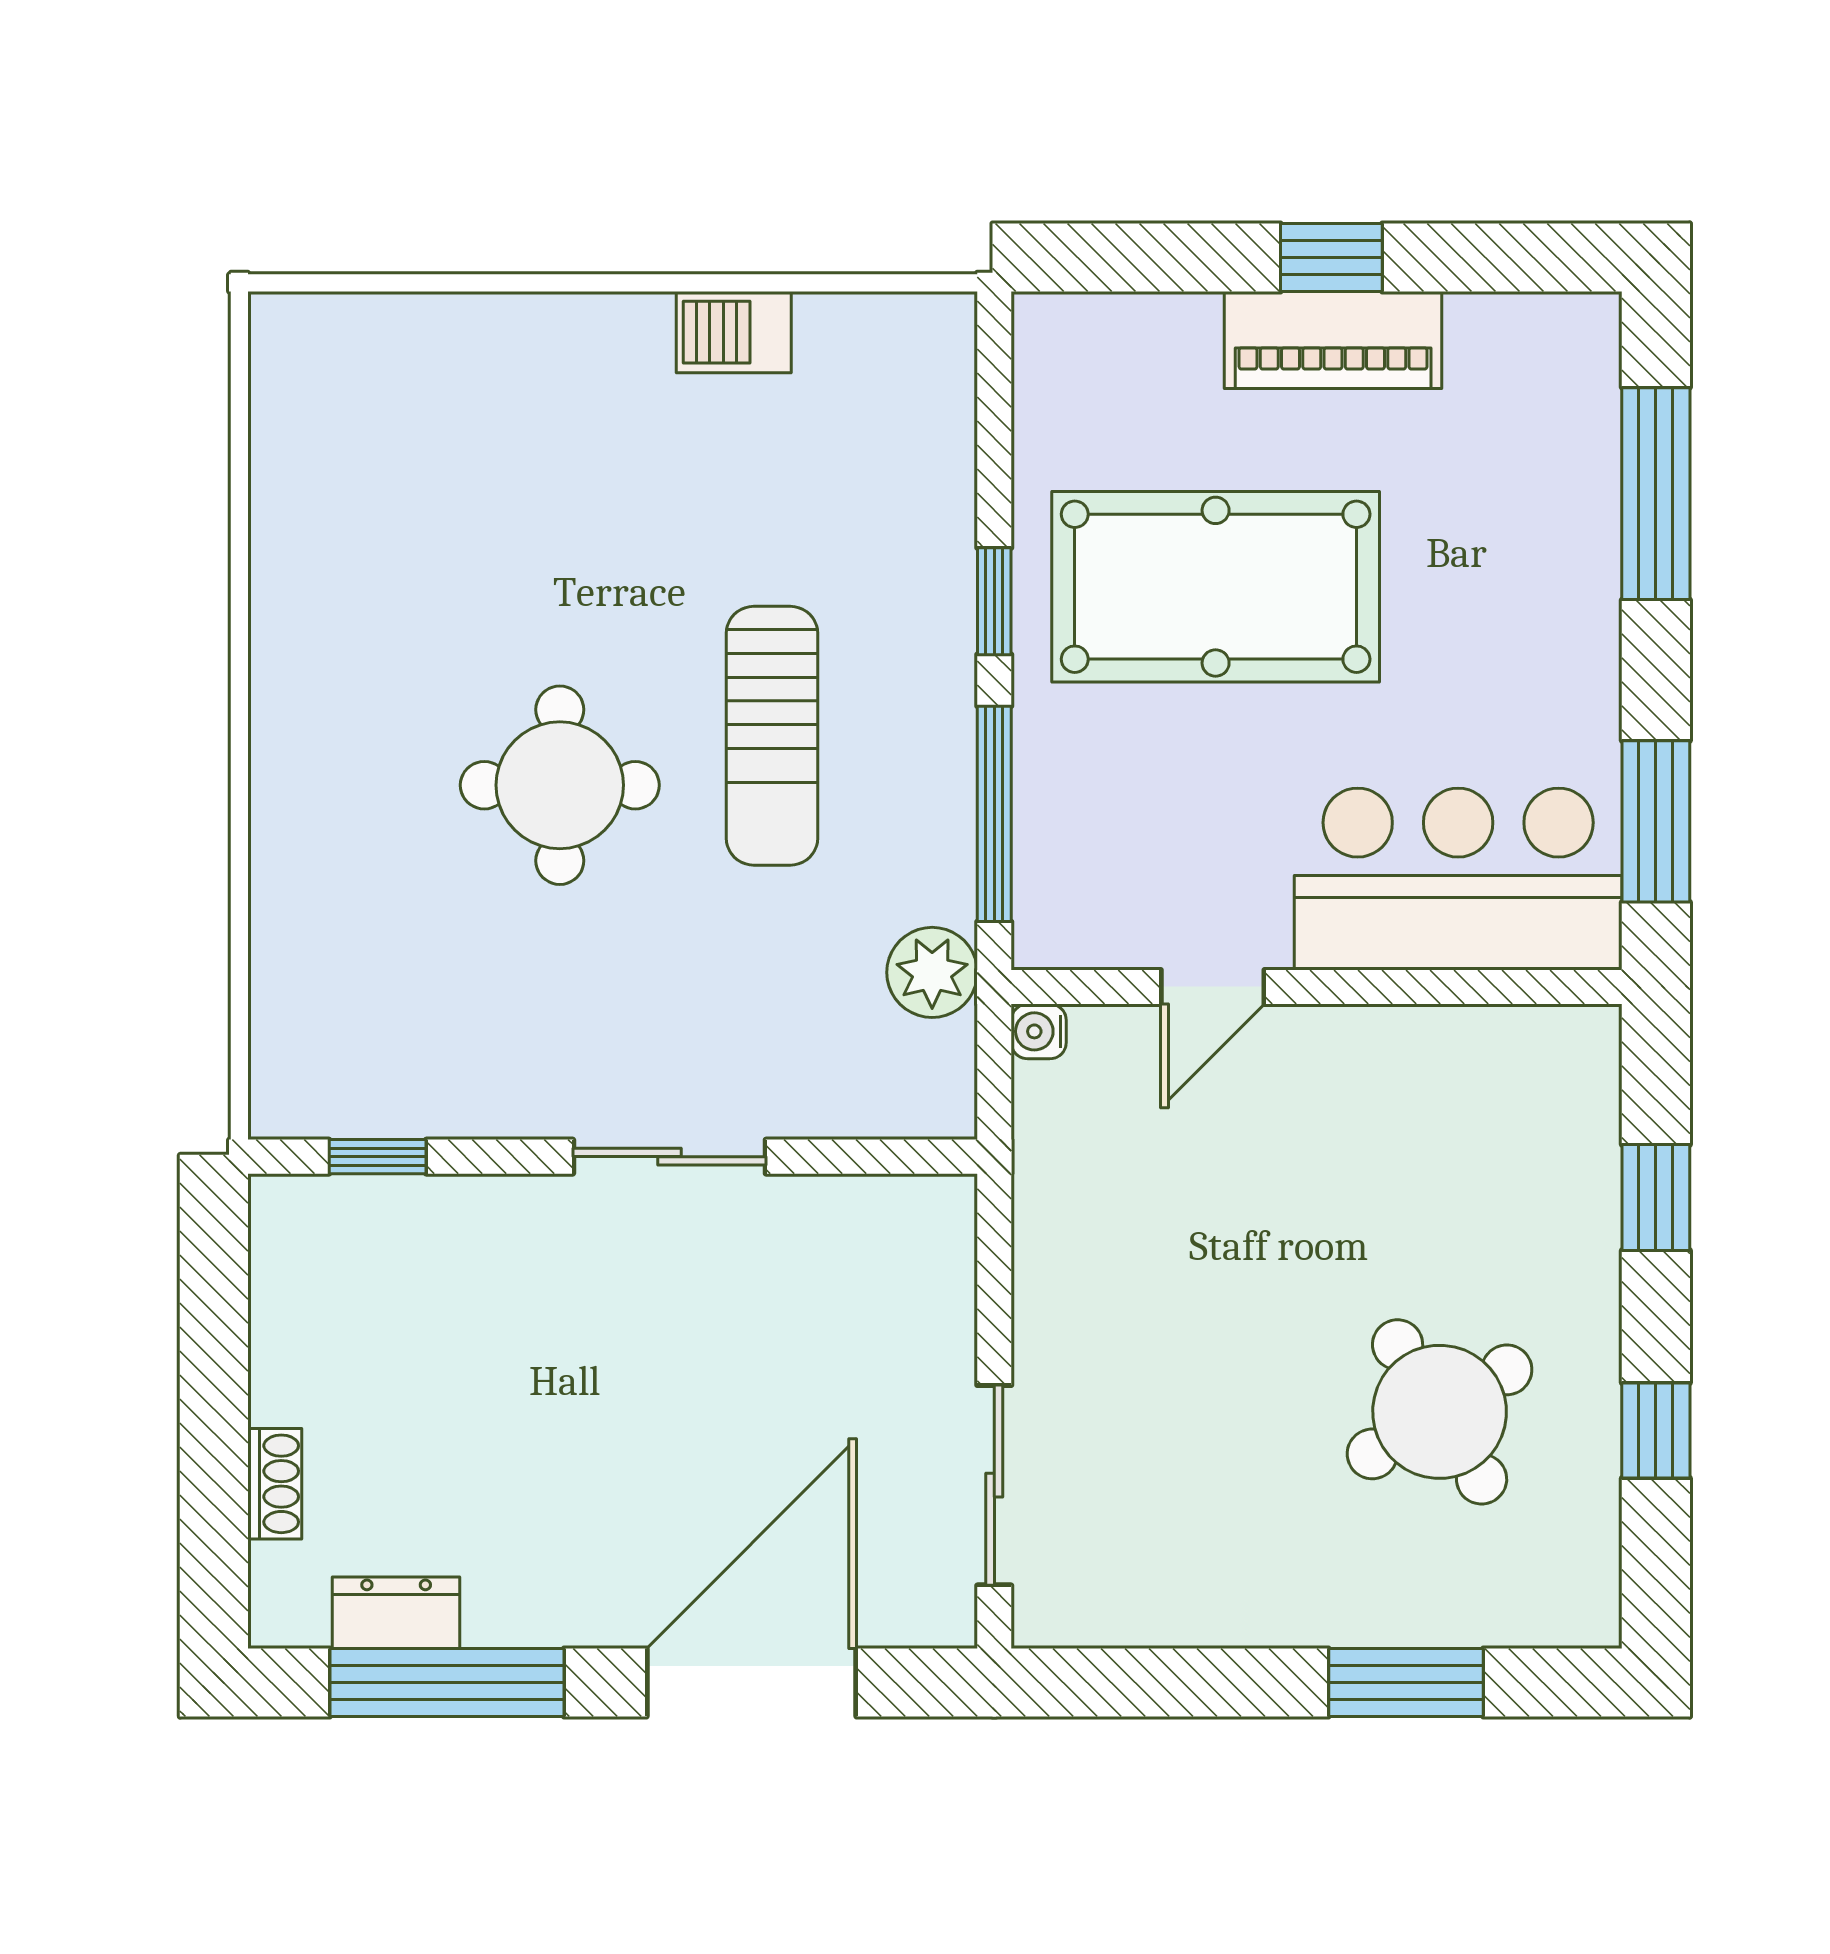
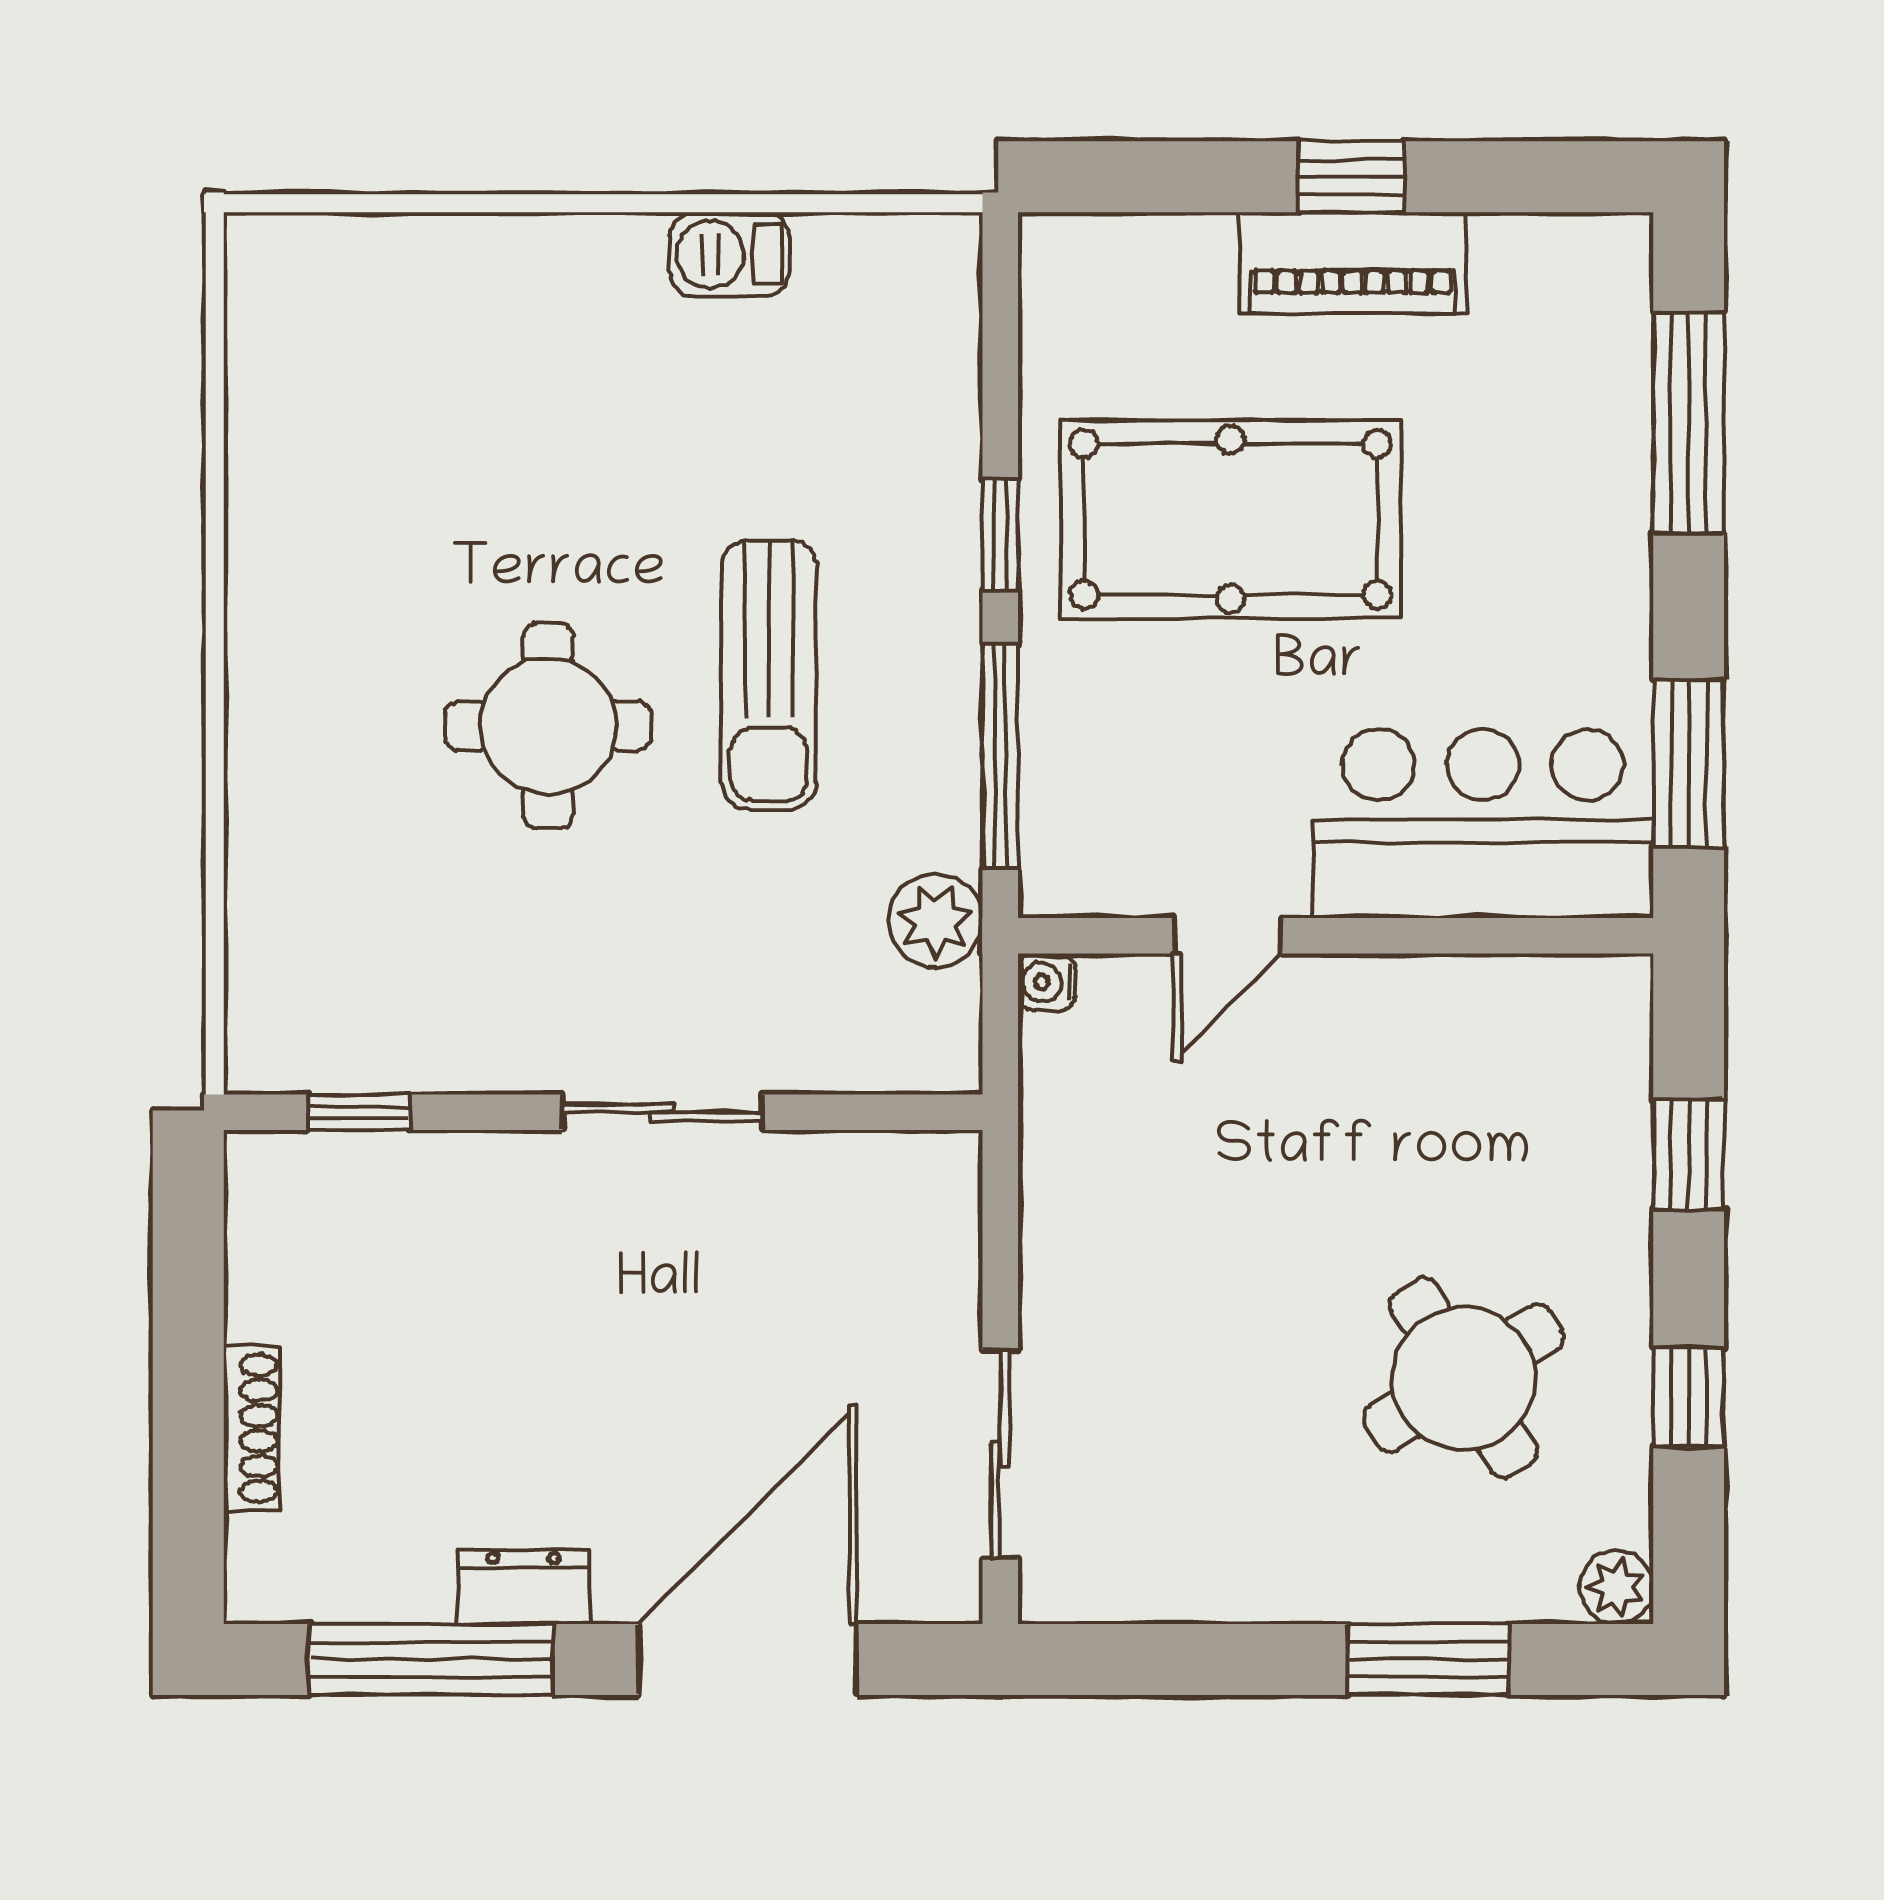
shoe rack: (275, 1484) -> (252, 1428), width x1.43
dresser: (396, 1613) -> (523, 1587), moved
plant: (1587, 1613) -> (1616, 1587), added

